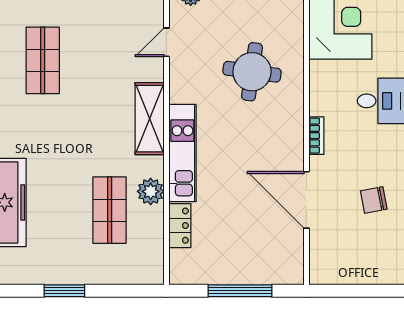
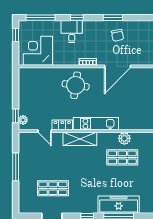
round table: (252, 72) -> (76, 85), moved
plant: (151, 191) -> (124, 138), moved
locker: (180, 226) -> (62, 125), moved

